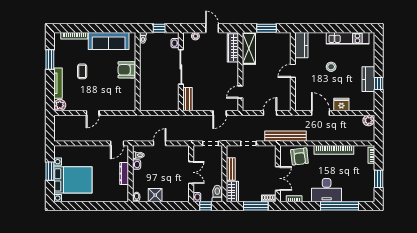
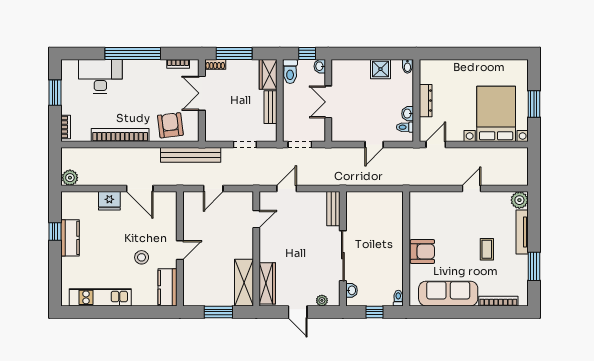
stool: (331, 67) -> (142, 257), moved
bed with nightstands: (73, 180) -> (496, 114), moved, turned 90
desk: (327, 190) -> (100, 76), moved
window: (339, 206) -> (133, 53), moved

